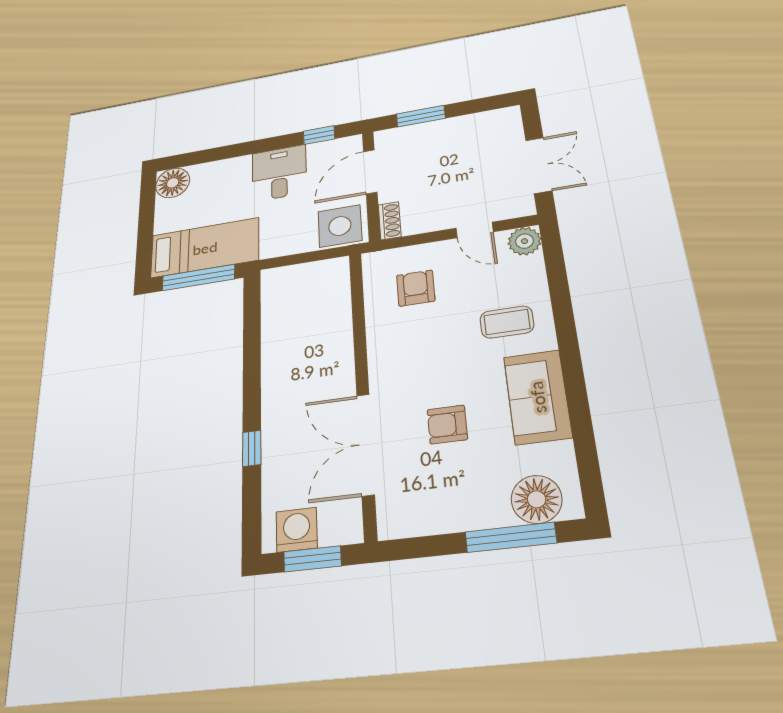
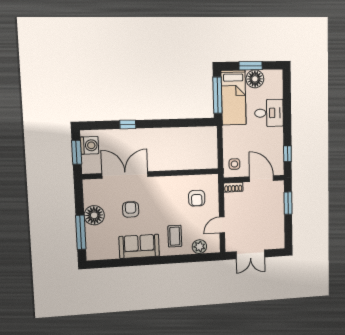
desk: (279, 173) -> (269, 113), moved
floor lamp: (173, 183) -> (255, 79), moved
side table: (340, 226) -> (234, 164), width x0.54, depth x0.54
window: (146, 227) -> (251, 66), added
plant: (524, 241) -> (199, 247), moved
armchair: (416, 288) -> (197, 198), turned 90
floor lamp: (537, 499) -> (94, 215), moved

